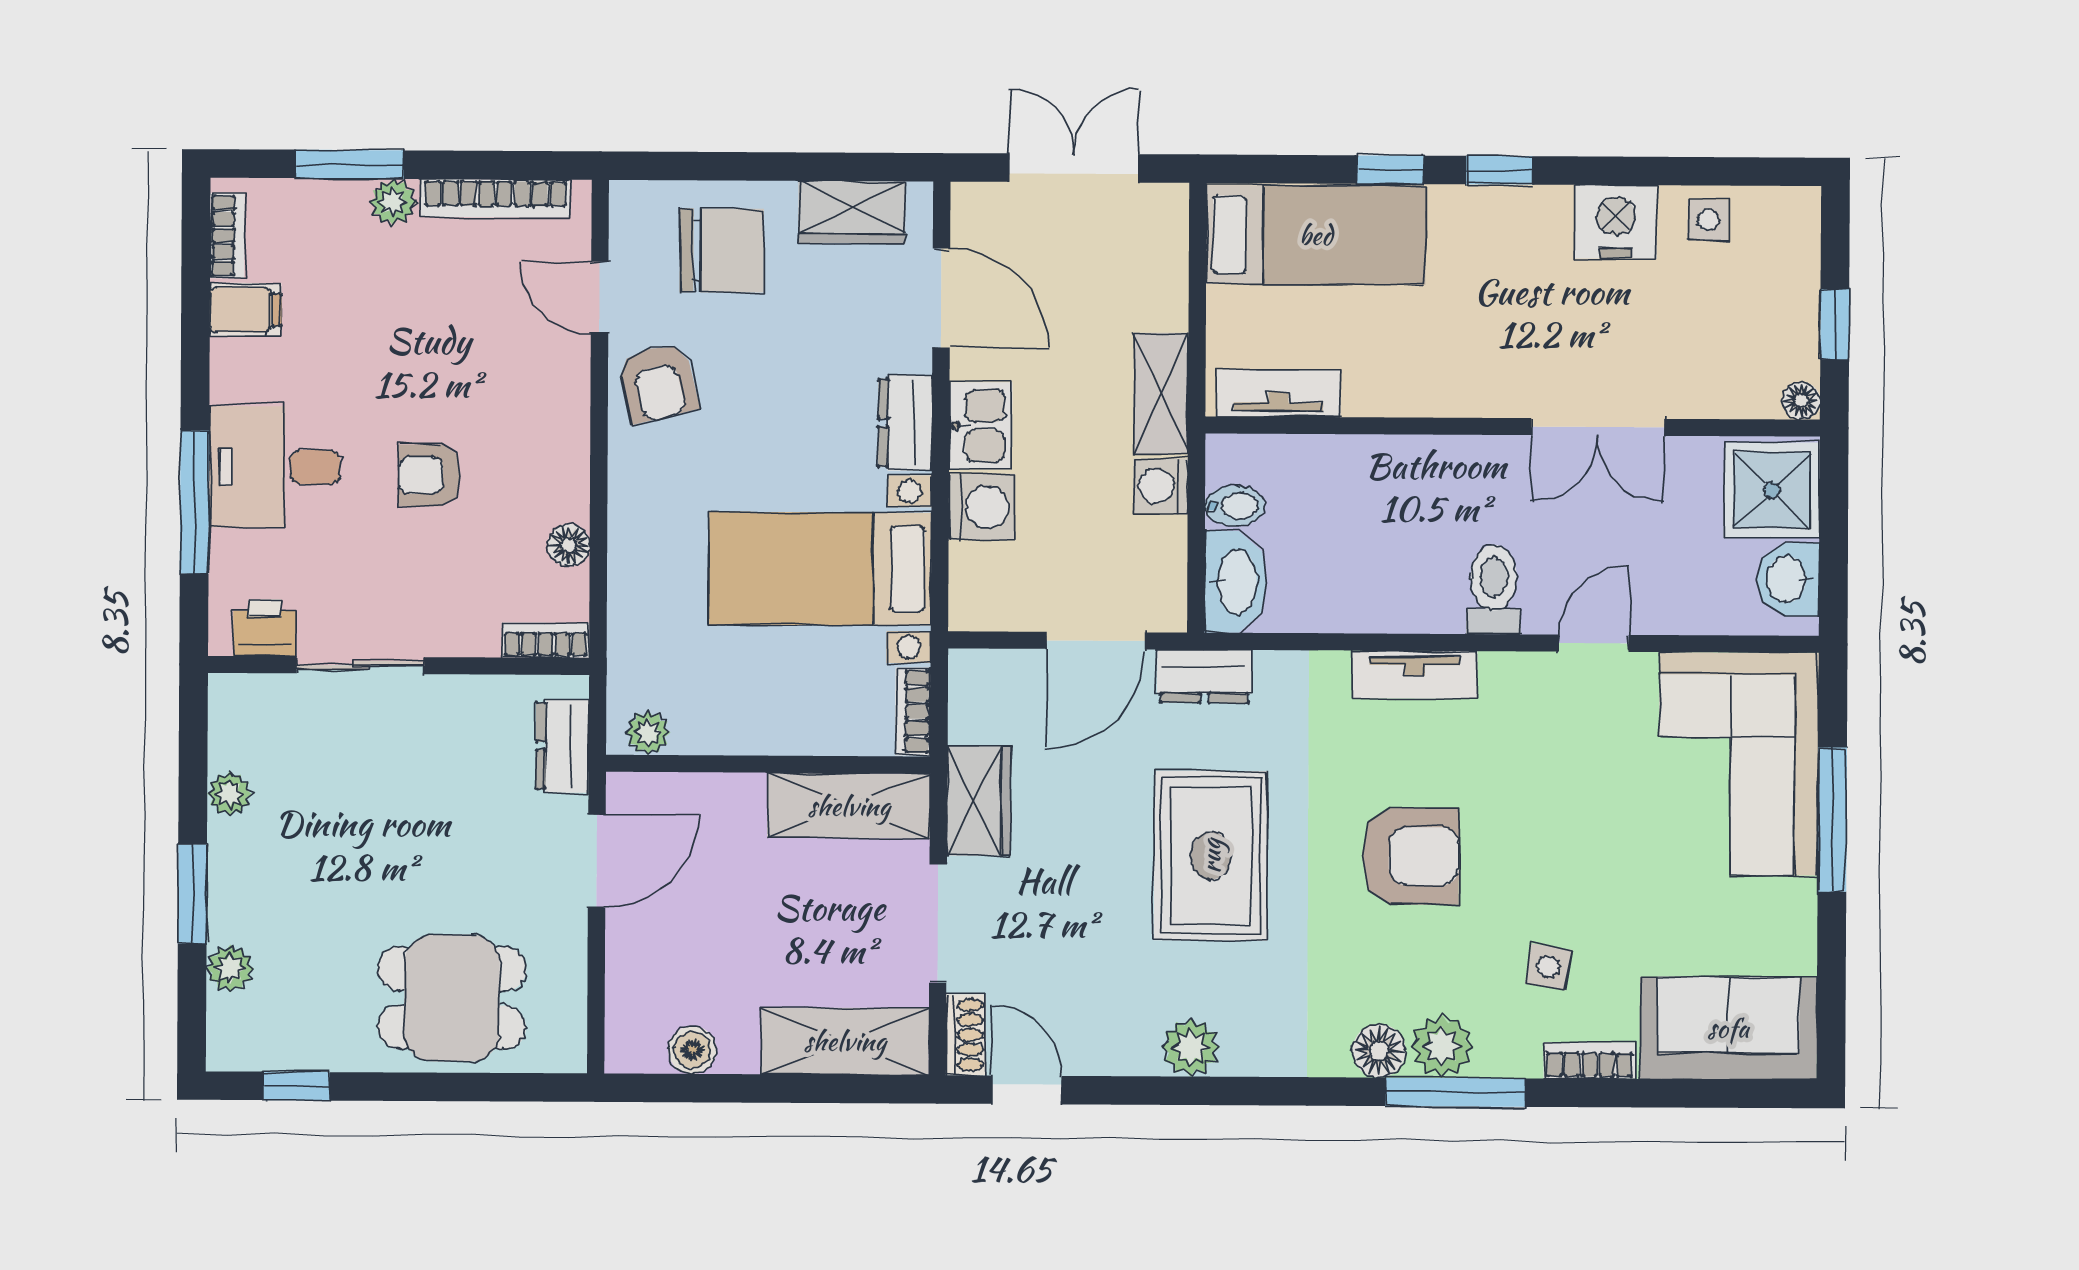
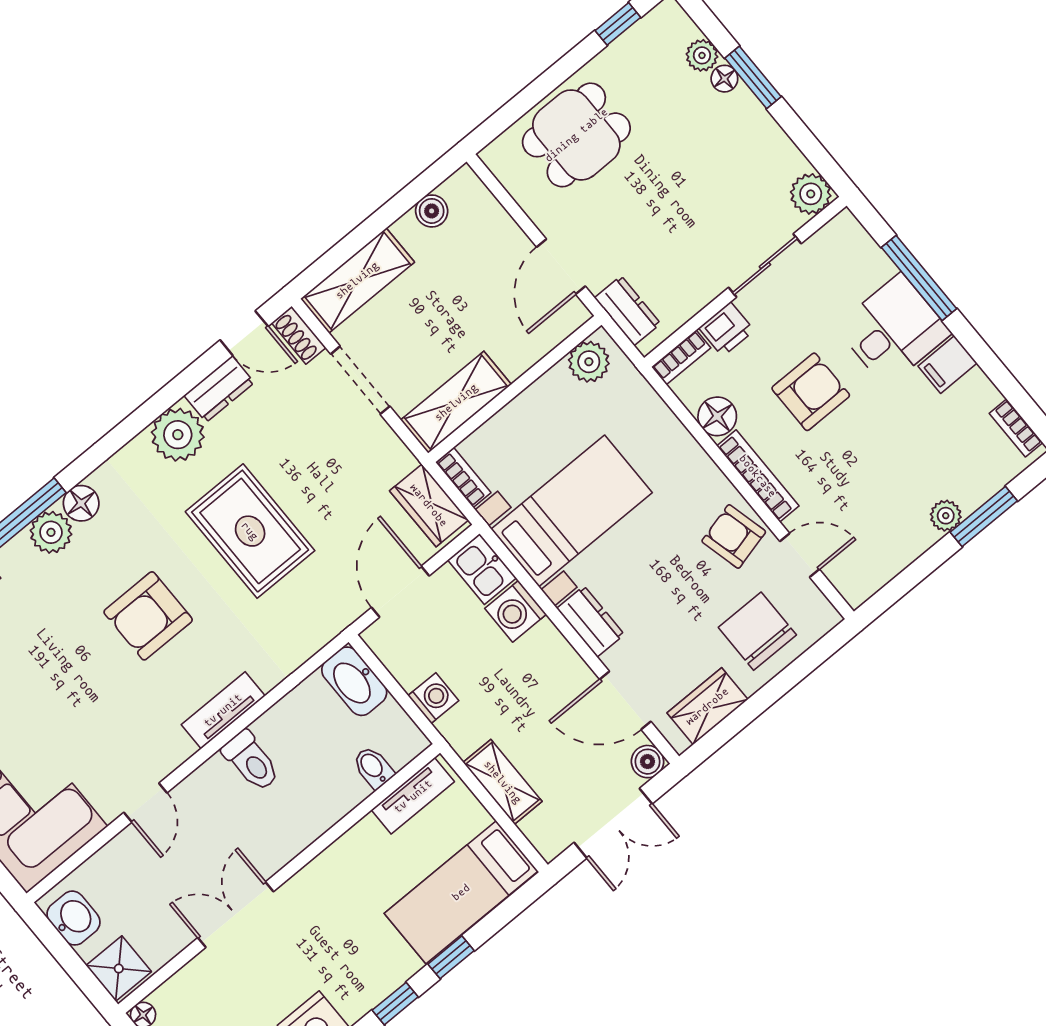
bookcase: (495, 198) -> (758, 476), moved, turned 90
boiler: (975, 206) -> (648, 762), added
chair: (722, 251) -> (757, 631), turned 90
filing cabinet: (246, 310) -> (947, 365), moved
shelving: (1161, 393) -> (503, 782), moved
kitchen sink: (981, 426) -> (482, 569), moved
armchair: (429, 475) -> (811, 392), width x1.38, depth x1.38
shower: (1772, 490) -> (119, 969), width x0.73, depth x0.73
bidet: (1235, 506) -> (373, 767), moved, turned 90
floor lamp: (569, 545) -> (717, 416), width x1.37, depth x1.37
toilet: (1494, 589) -> (251, 761), moved
printer: (265, 628) -> (727, 329), moved
dresser: (1204, 676) -> (219, 389), moved, turned 180
plant: (648, 733) -> (589, 362), width x1.38, depth x1.38
plant: (229, 794) -> (811, 194), moved, width x1.38, depth x1.38
wardrobe: (979, 801) -> (429, 505), moved
floor lamp: (227, 920) -> (724, 79), added
side table: (1548, 967) -> (30, 618), removed
plant: (1191, 1047) -> (178, 435), width x1.36, depth x1.36

